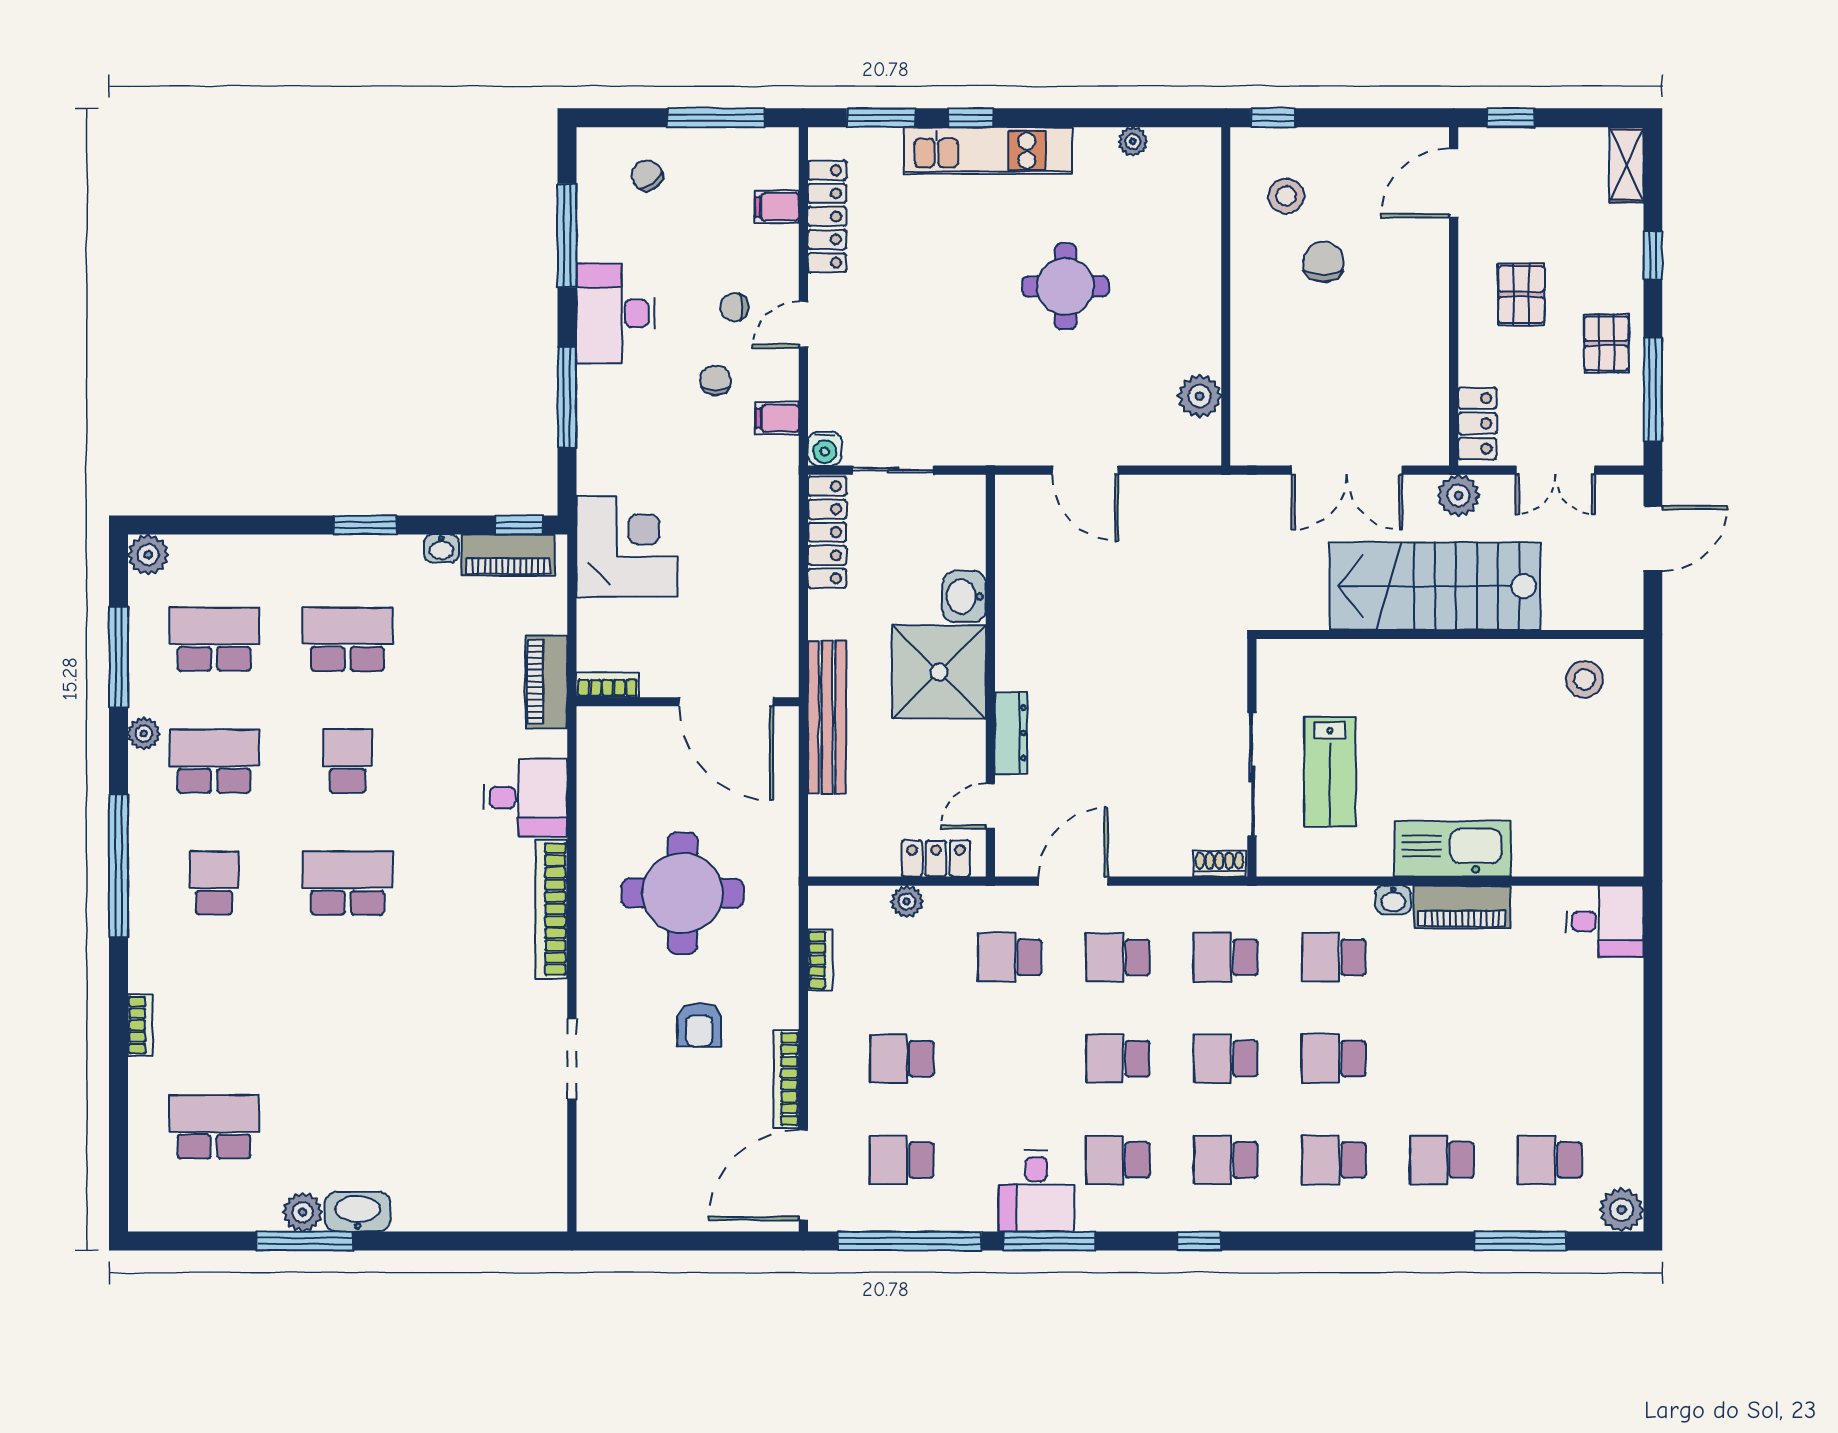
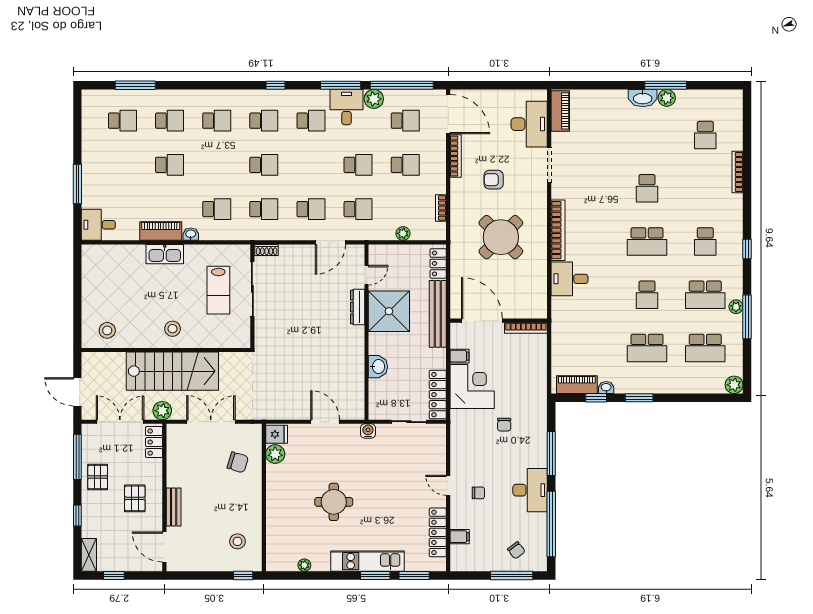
window: (716, 118) -> (512, 576), moved
window: (971, 118) -> (375, 576), width x1.50
window: (1511, 118) -> (114, 576), moved
door: (1454, 183) -> (164, 547), swing flipped
window: (567, 236) -> (551, 524), width x1.46
chair: (1323, 262) -> (238, 462), moved, turned -73
bench: (1433, 275) -> (174, 507), added
door: (803, 325) -> (448, 485), swing flipped
chair: (715, 380) -> (504, 425), moved
filing cabinet: (777, 418) -> (459, 356), moved
fridge: (1197, 441) -> (277, 434), added
water cooler: (825, 449) -> (368, 431), moved
double door: (1555, 470) -> (120, 422), width x1.37
window: (519, 525) -> (596, 398), moved
door: (1653, 539) -> (77, 392), hinge flipped
corner desk: (627, 546) -> (472, 387), moved, turned 180
window: (118, 657) -> (747, 317), moved
shower: (939, 672) -> (389, 311), moved
piano: (546, 682) -> (560, 111), moved
stool: (1435, 683) -> (172, 329), added
bookcase: (607, 685) -> (526, 328), width x1.56
lab bench: (1330, 771) -> (218, 290), turned 180
kitchen sink: (1453, 849) -> (165, 254), width x0.73, depth x0.81
locker: (936, 858) -> (438, 263), moved, turned 90
window: (118, 866) -> (747, 249), width x0.32
round table: (683, 893) -> (501, 237), turned 45
school desk: (348, 1005) -> (647, 188), added
window: (1653, 1015) -> (77, 184), added
bookcase: (140, 1025) -> (738, 172), width x1.56
armchair: (699, 1025) -> (494, 180), turned -90
school desk: (1118, 1059) -> (358, 165), moved
school desk: (1334, 1059) -> (170, 165), moved
school desk: (214, 1127) -> (705, 135), width x0.54
desk: (618, 1152) -> (529, 124), added
door: (803, 1175) -> (448, 114), hinge flipped
plant: (1622, 1210) -> (374, 99), moved

